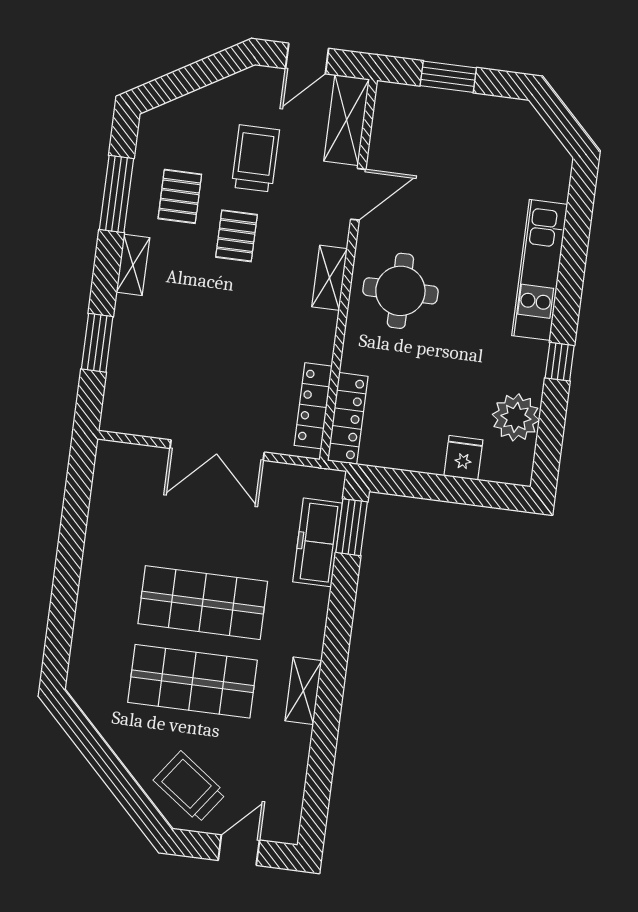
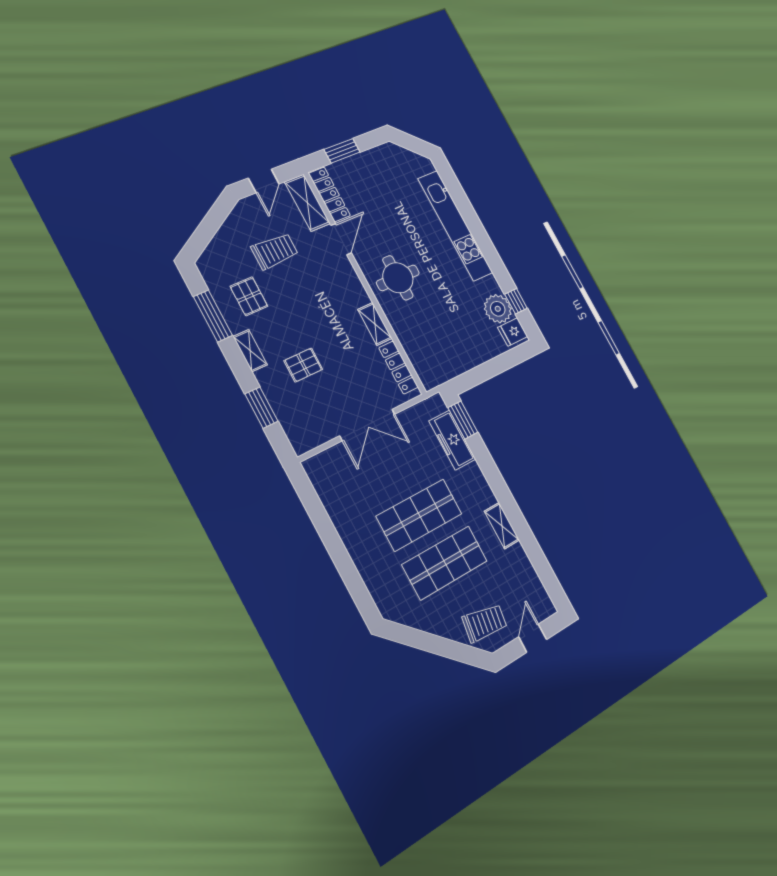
trolley: (255, 158) -> (275, 251), turned 90
pallet: (237, 236) -> (303, 365), moved, turned 90
kitchen unit: (540, 270) -> (455, 226), width x1.36
shelving: (330, 278) -> (375, 324), moved
window: (560, 362) -> (516, 301), moved
locker: (348, 419) -> (329, 194), moved
fridge: (463, 458) -> (513, 332), moved, turned -90
trolley: (190, 787) -> (485, 623), turned 153

